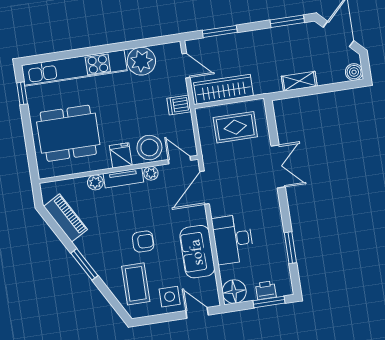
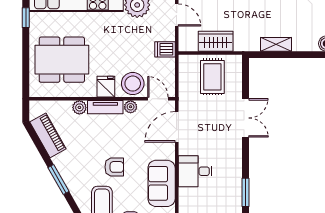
wardrobe: (224, 89) -> (216, 41), width x0.67
rug: (235, 127) -> (212, 77), turned 90
desk: (233, 239) -> (195, 171), width x0.73

